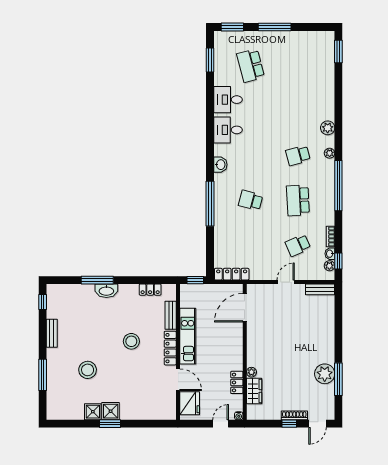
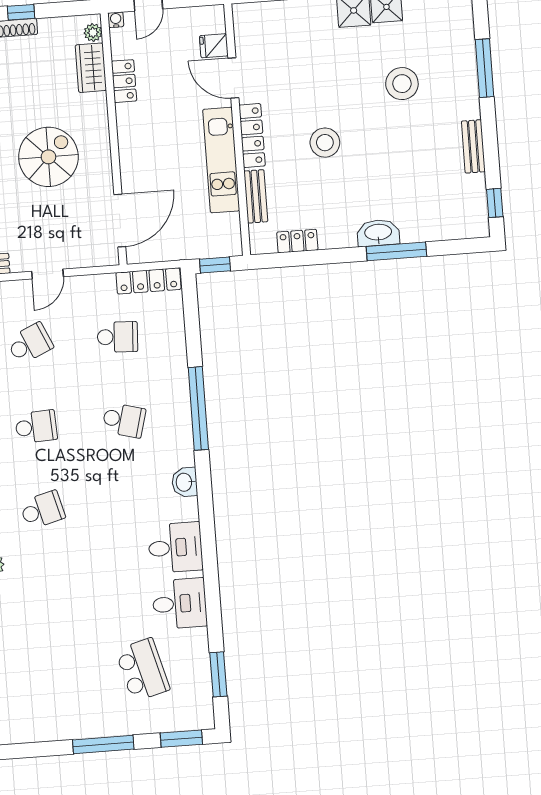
school desk: (298, 200) -> (36, 427), width x0.54
school desk: (251, 245) -> (118, 337), added
spiral stairs: (280, 345) -> (48, 157), added
plant: (251, 372) -> (93, 32), moved
fridge: (190, 403) -> (214, 46), width x0.53, depth x0.75

